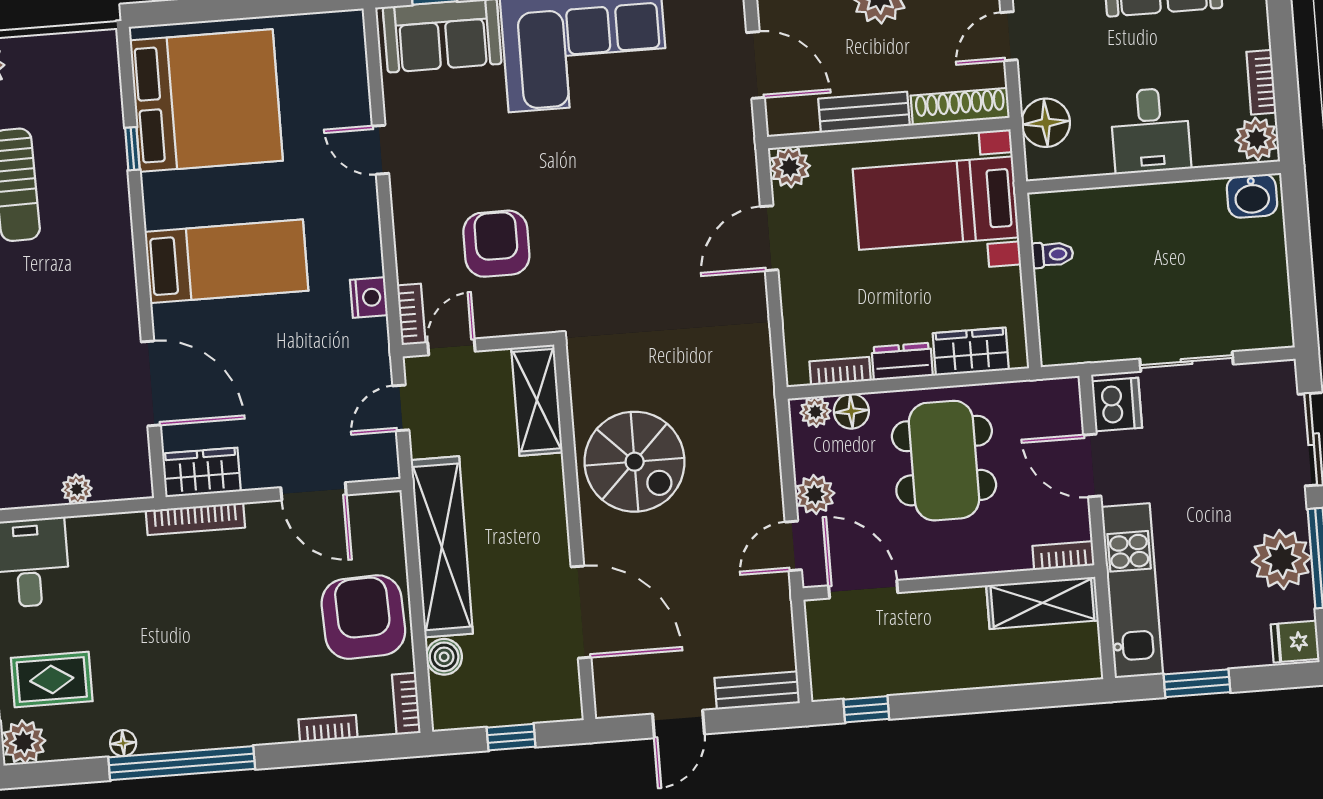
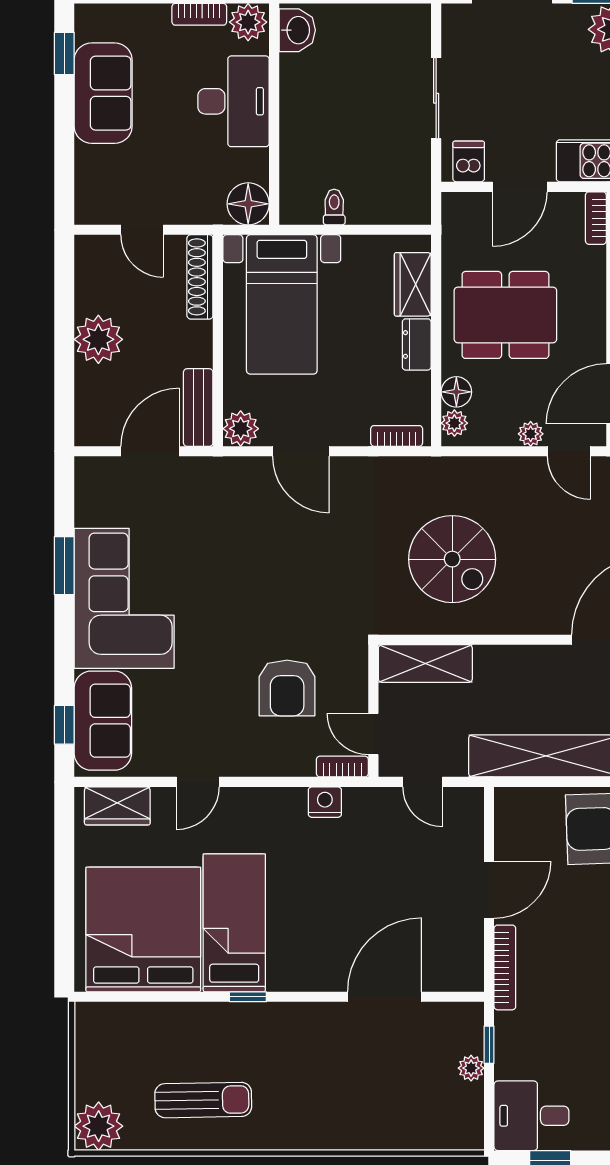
bench: (864, 112) -> (198, 408), moved
floor lamp: (1046, 123) -> (248, 204), moved
desk: (1150, 130) -> (233, 101), width x1.37
window: (132, 149) -> (248, 997), moved
armchair: (496, 244) -> (287, 688), turned -90
bed: (227, 261) -> (234, 923), moved
bookcase: (840, 371) -> (397, 436), moved, turned 90
dishwasher: (1117, 405) -> (469, 161), width x0.73
spiral stairs: (635, 462) -> (452, 559), moved, turned 90
wardrobe: (201, 472) -> (117, 806), moved, turned -90
door: (314, 491) -> (489, 890), moved
plant: (815, 495) -> (531, 434), width x0.73, depth x0.73
window: (105, 508) -> (489, 1045), added

